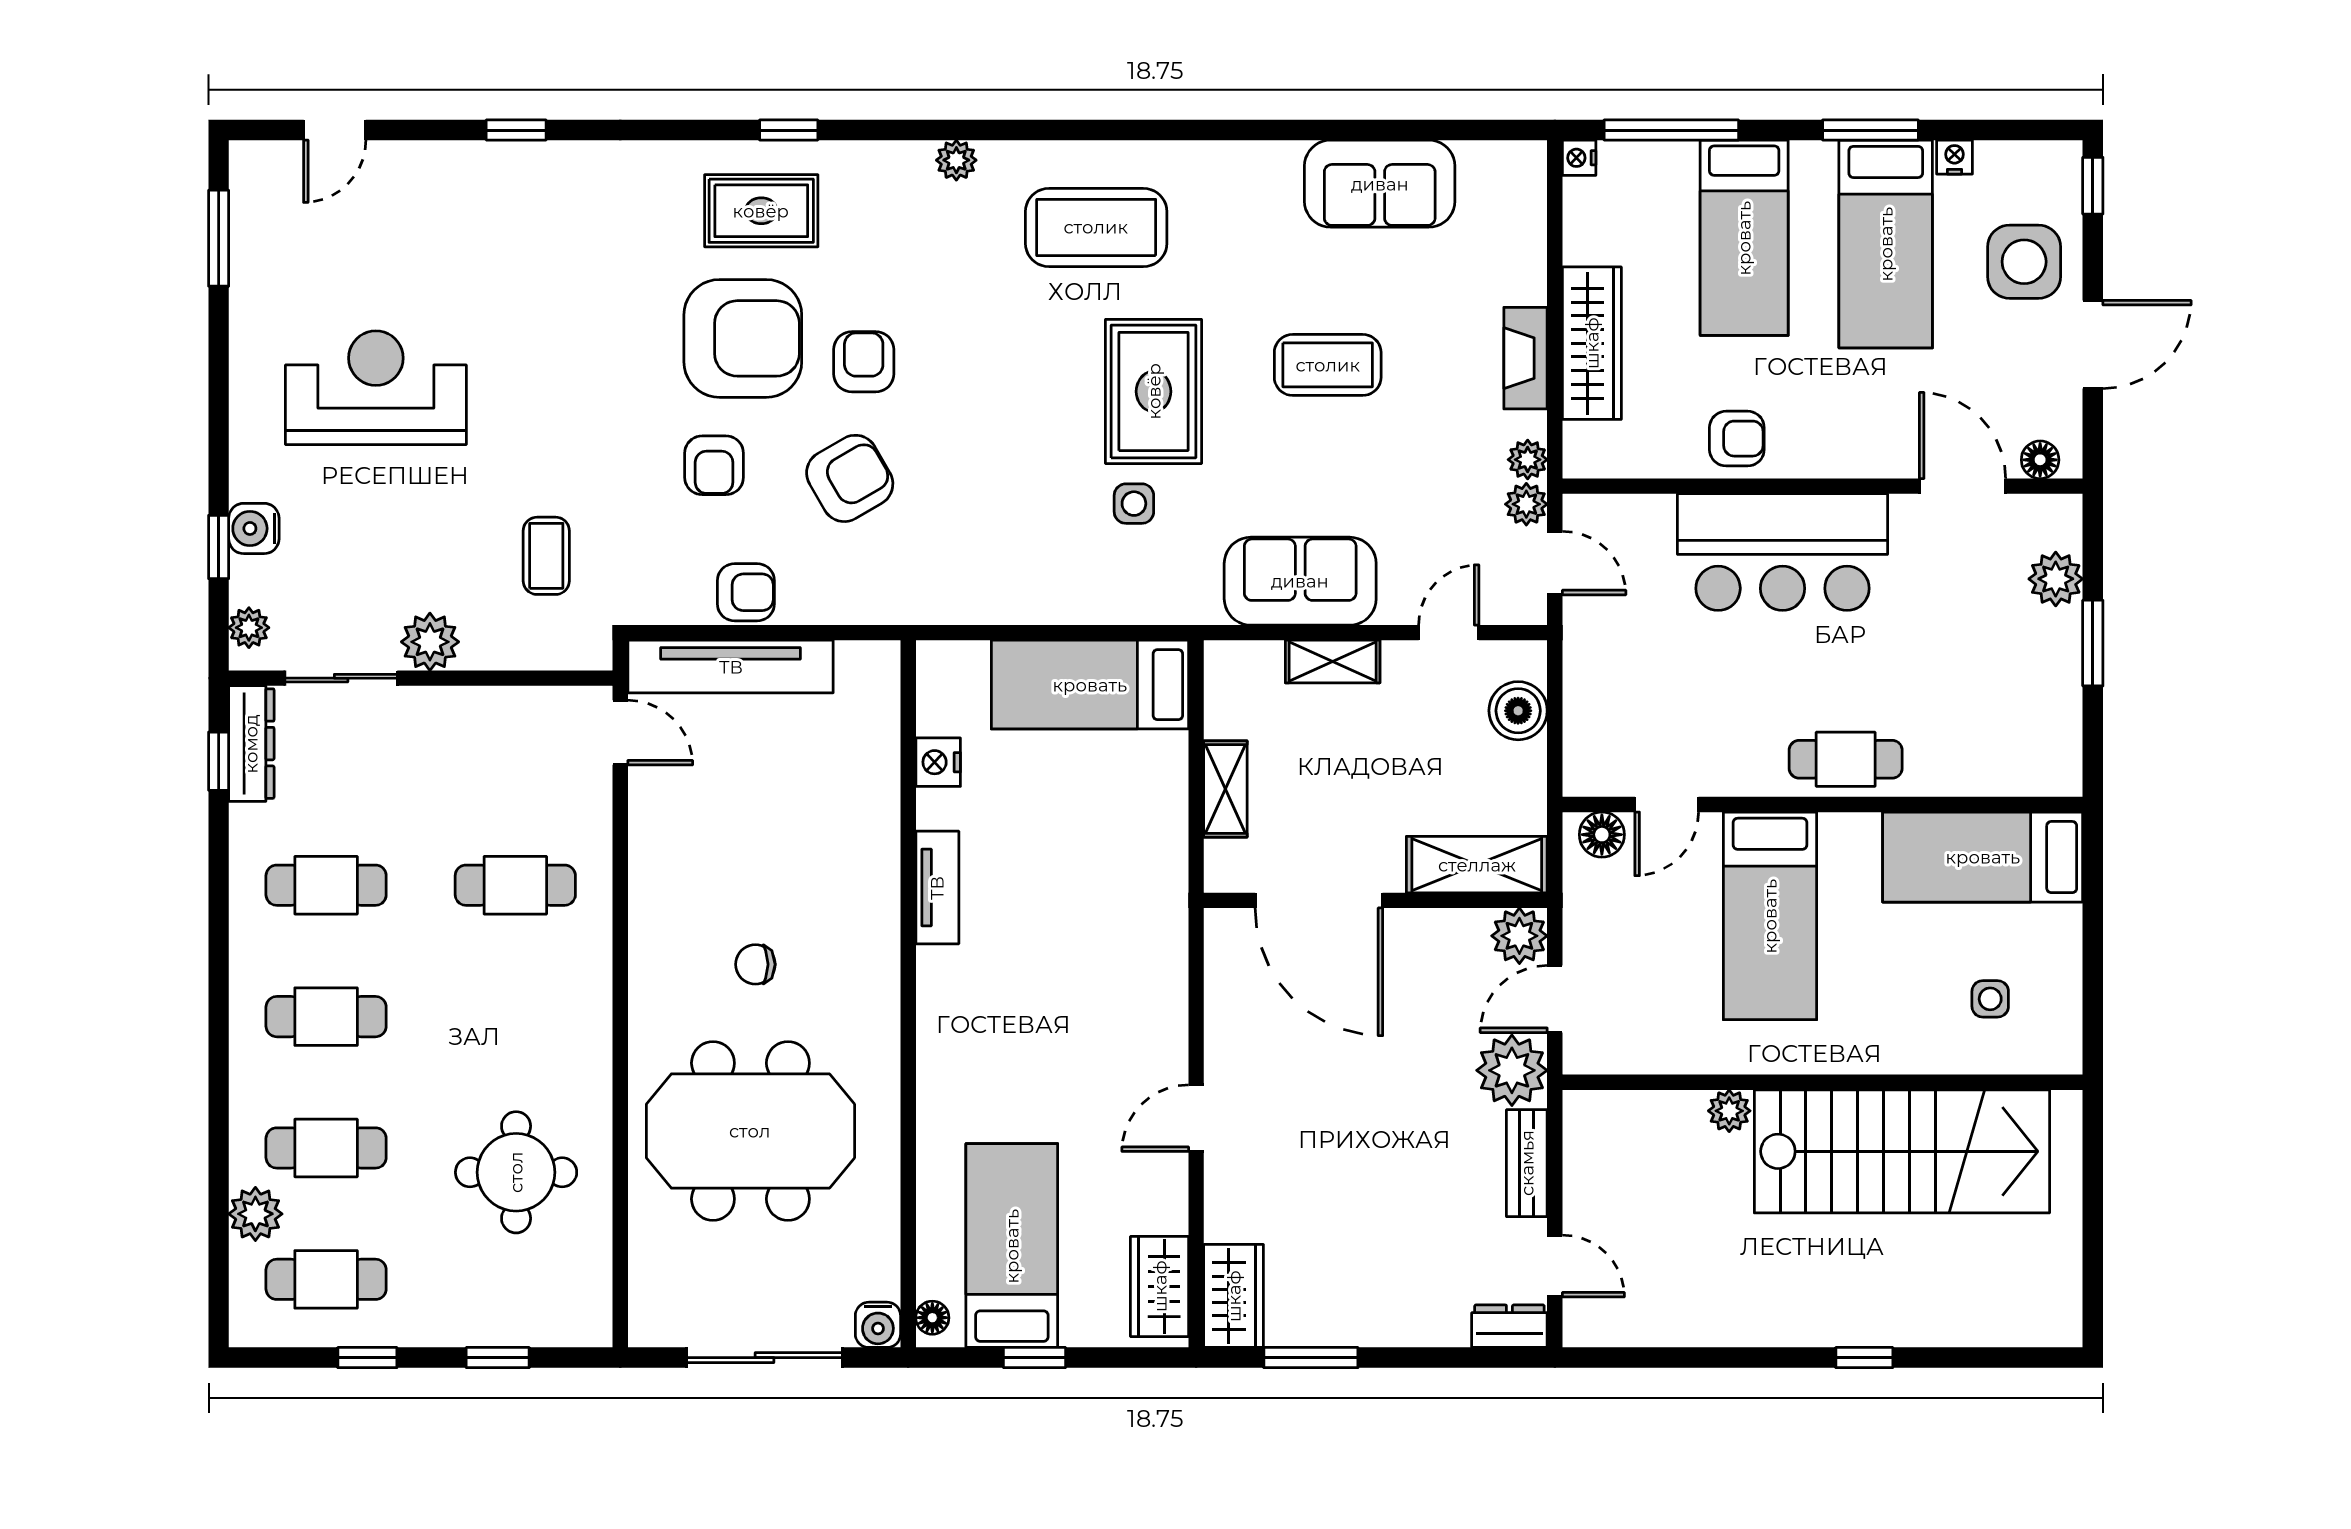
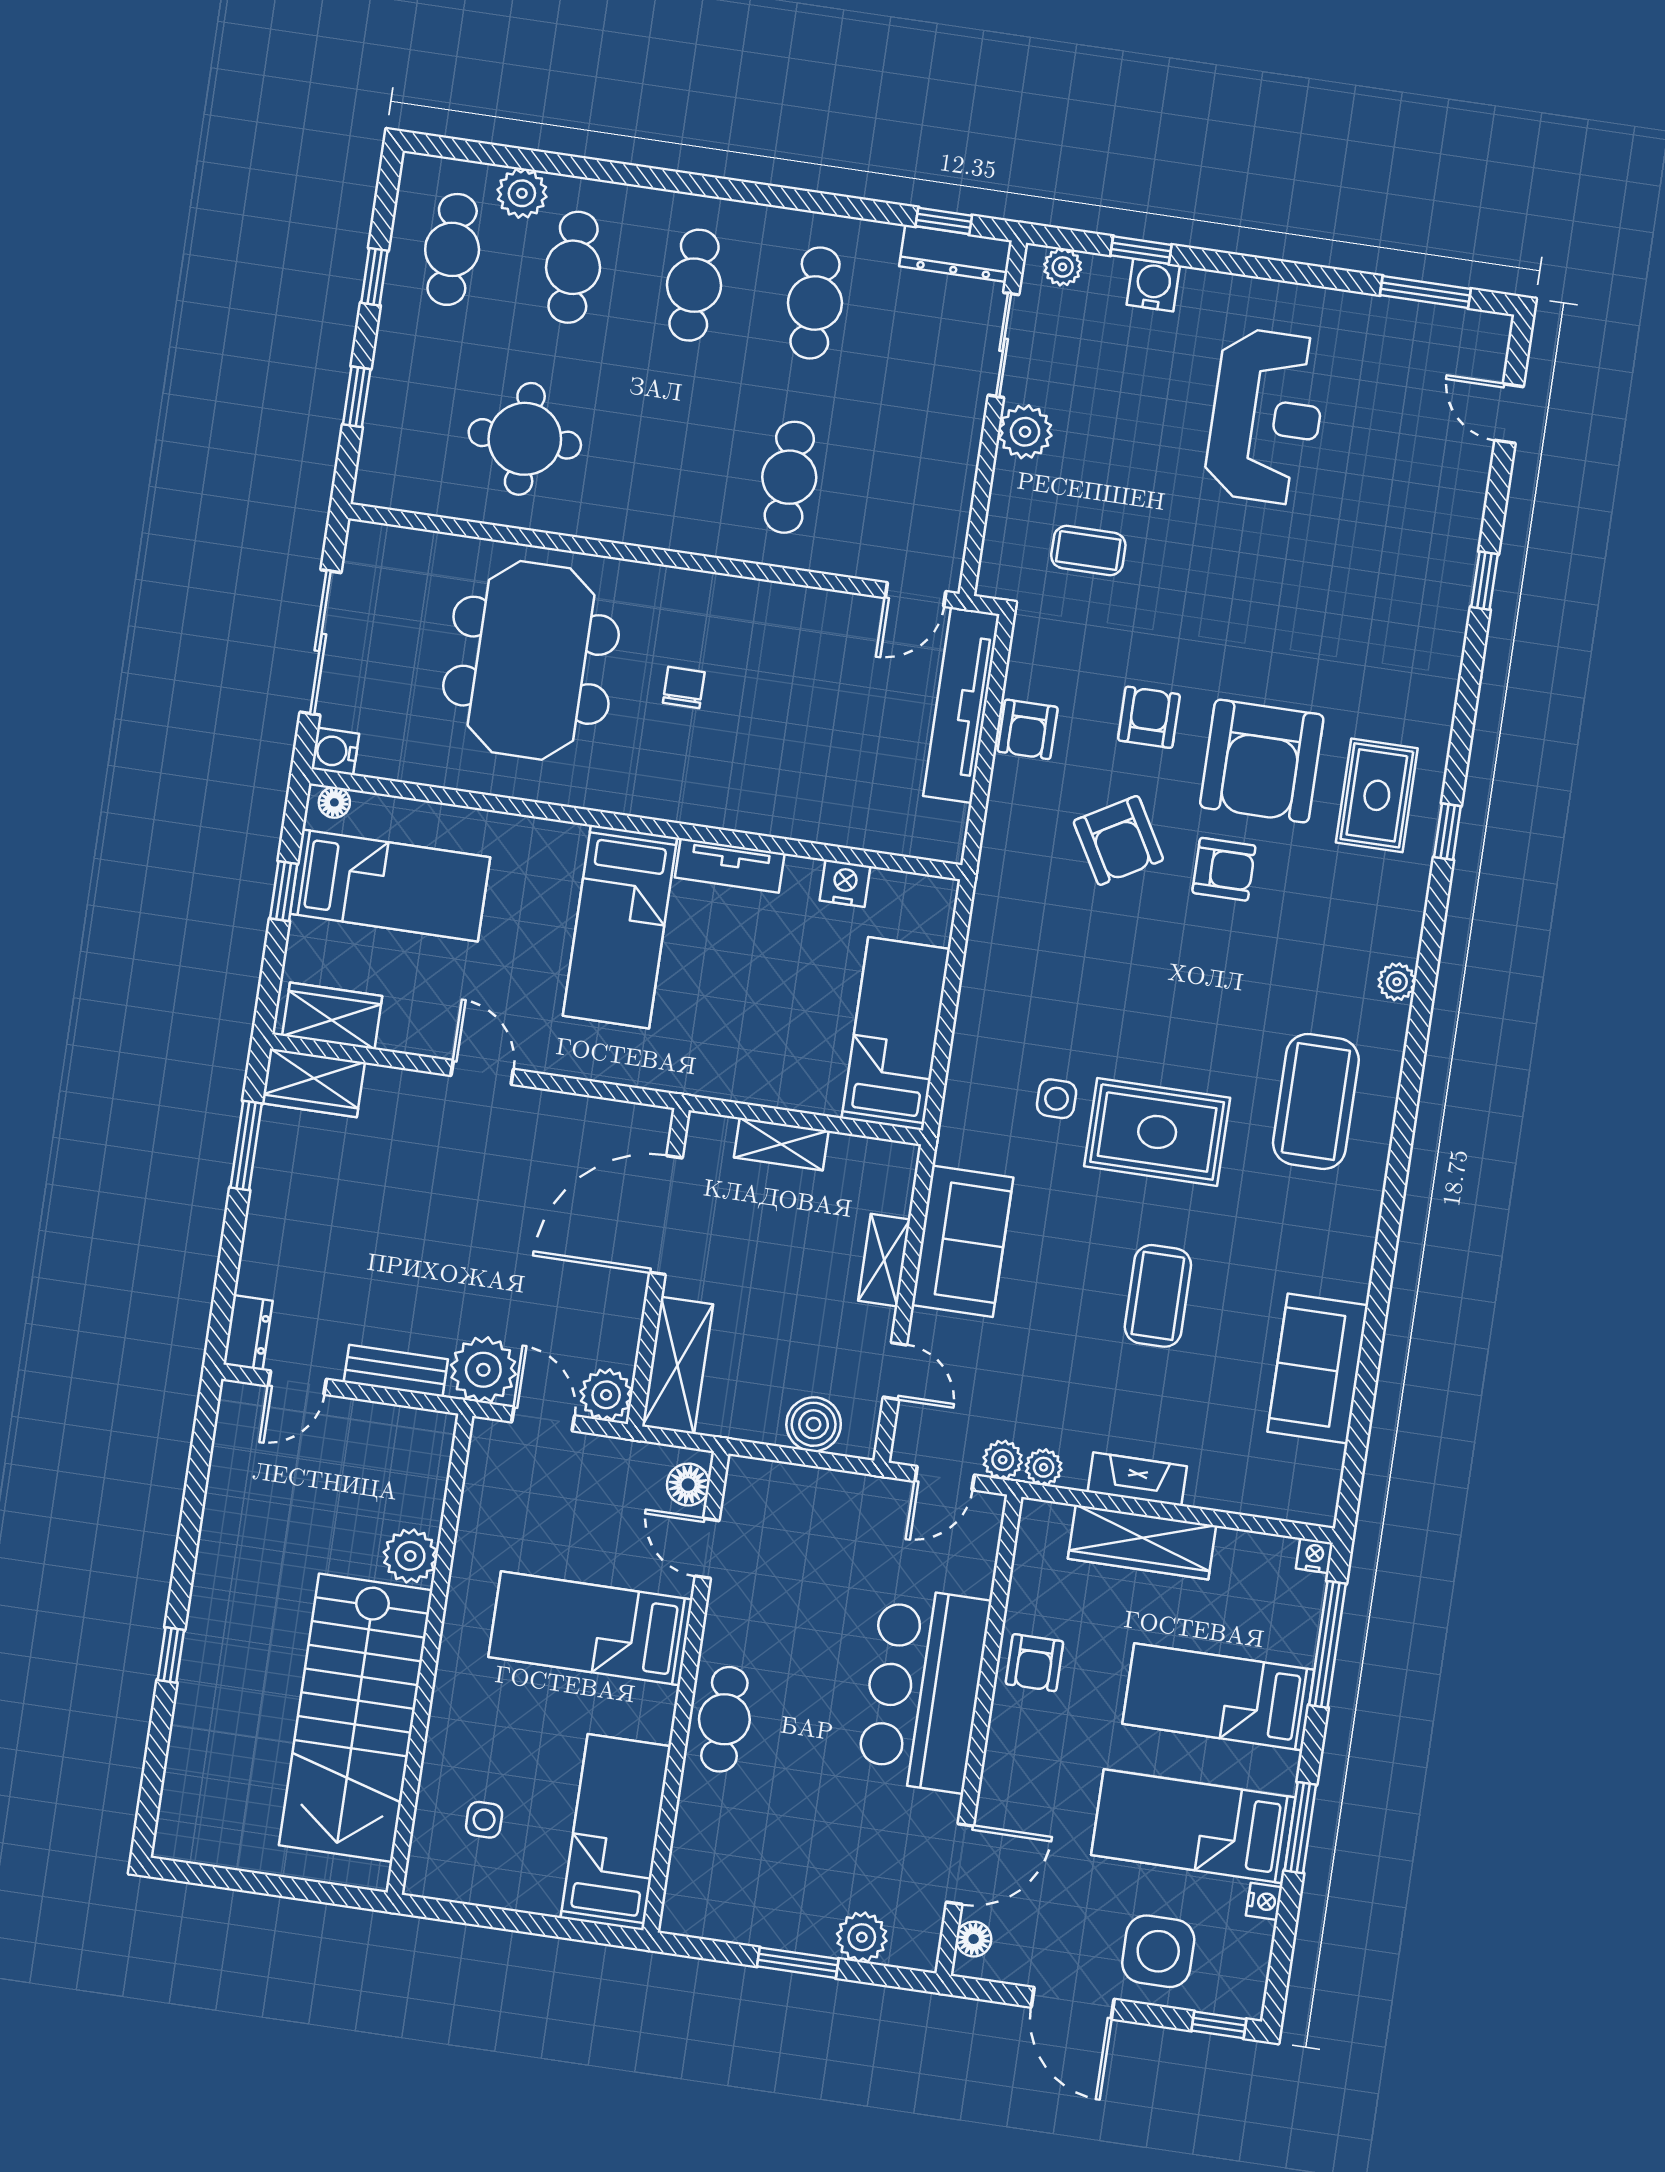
armchair: (714, 465) -> (1149, 717), turned 90
bed: (1020, 995) -> (620, 927), added
plant: (1729, 1111) -> (410, 1556), width x1.38, depth x1.38

